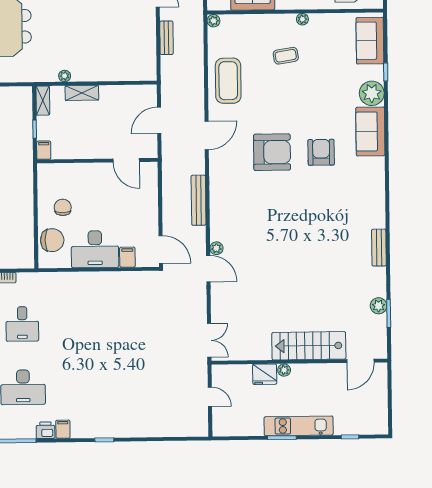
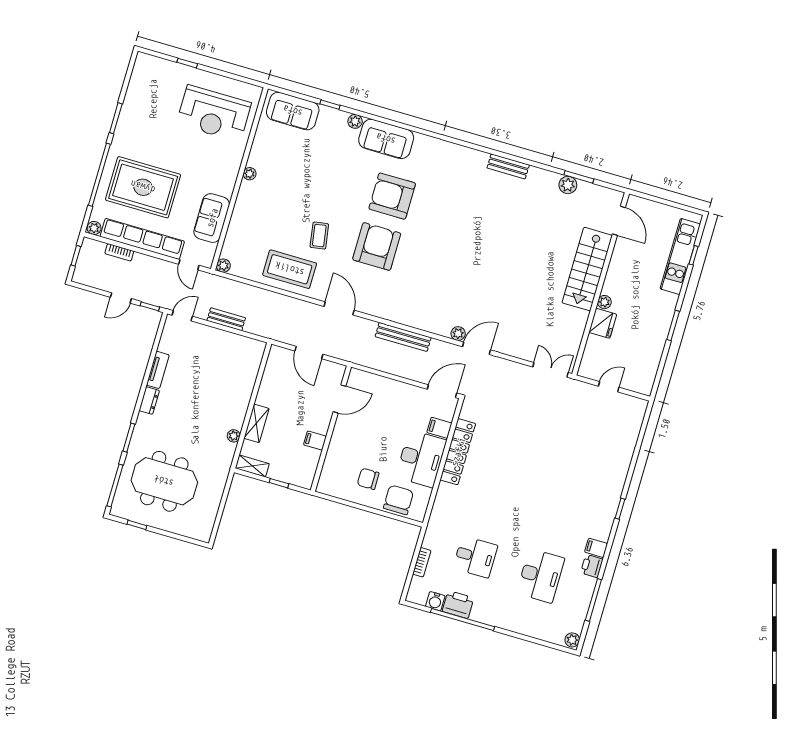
coffee table: (286, 56) -> (319, 236), moved
plant: (372, 93) -> (355, 121), width x0.53, depth x0.53
filing cabinet: (44, 150) -> (315, 441), moved
armchair: (321, 152) -> (392, 196), width x1.36, depth x1.36
locker: (111, 280) -> (458, 452), added
kitchen unit: (299, 426) -> (680, 256), moved

